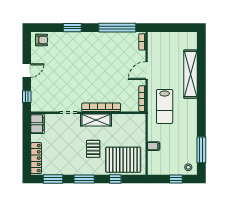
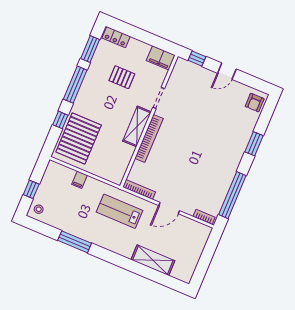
door: (27, 70) -> (227, 71), hinge flipped
door: (147, 71) -> (169, 208), swing flipped
shelving: (191, 74) -> (153, 260), width x0.68
pallet: (93, 149) -> (122, 77), moved
window: (201, 150) -> (75, 242), moved
locker: (36, 158) -> (116, 37), width x0.66
window: (84, 179) -> (75, 85), width x1.44

